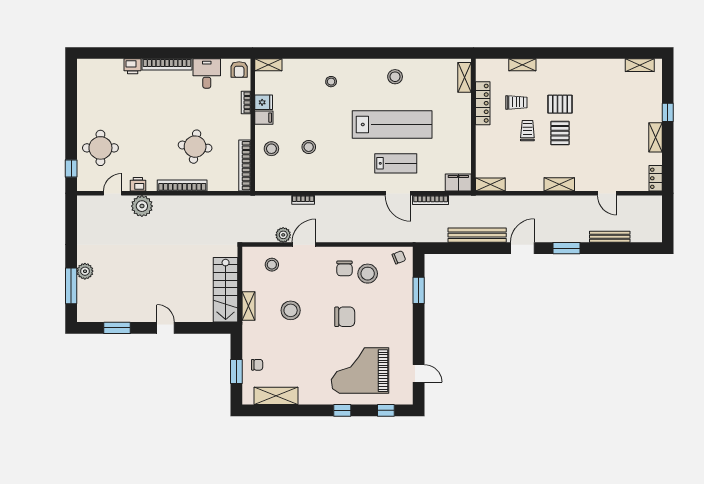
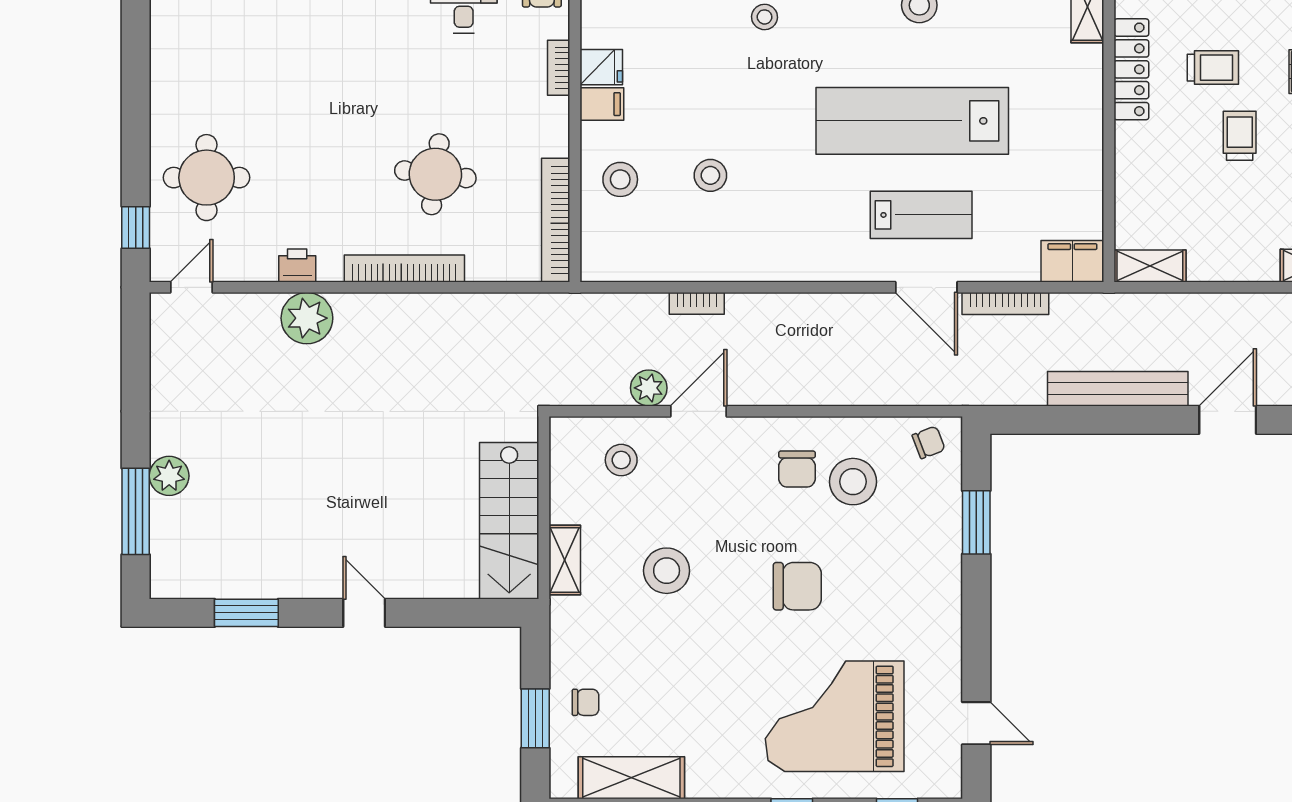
lab bench: (392, 125) -> (912, 121), turned 180
door: (112, 193) -> (192, 287), moved

